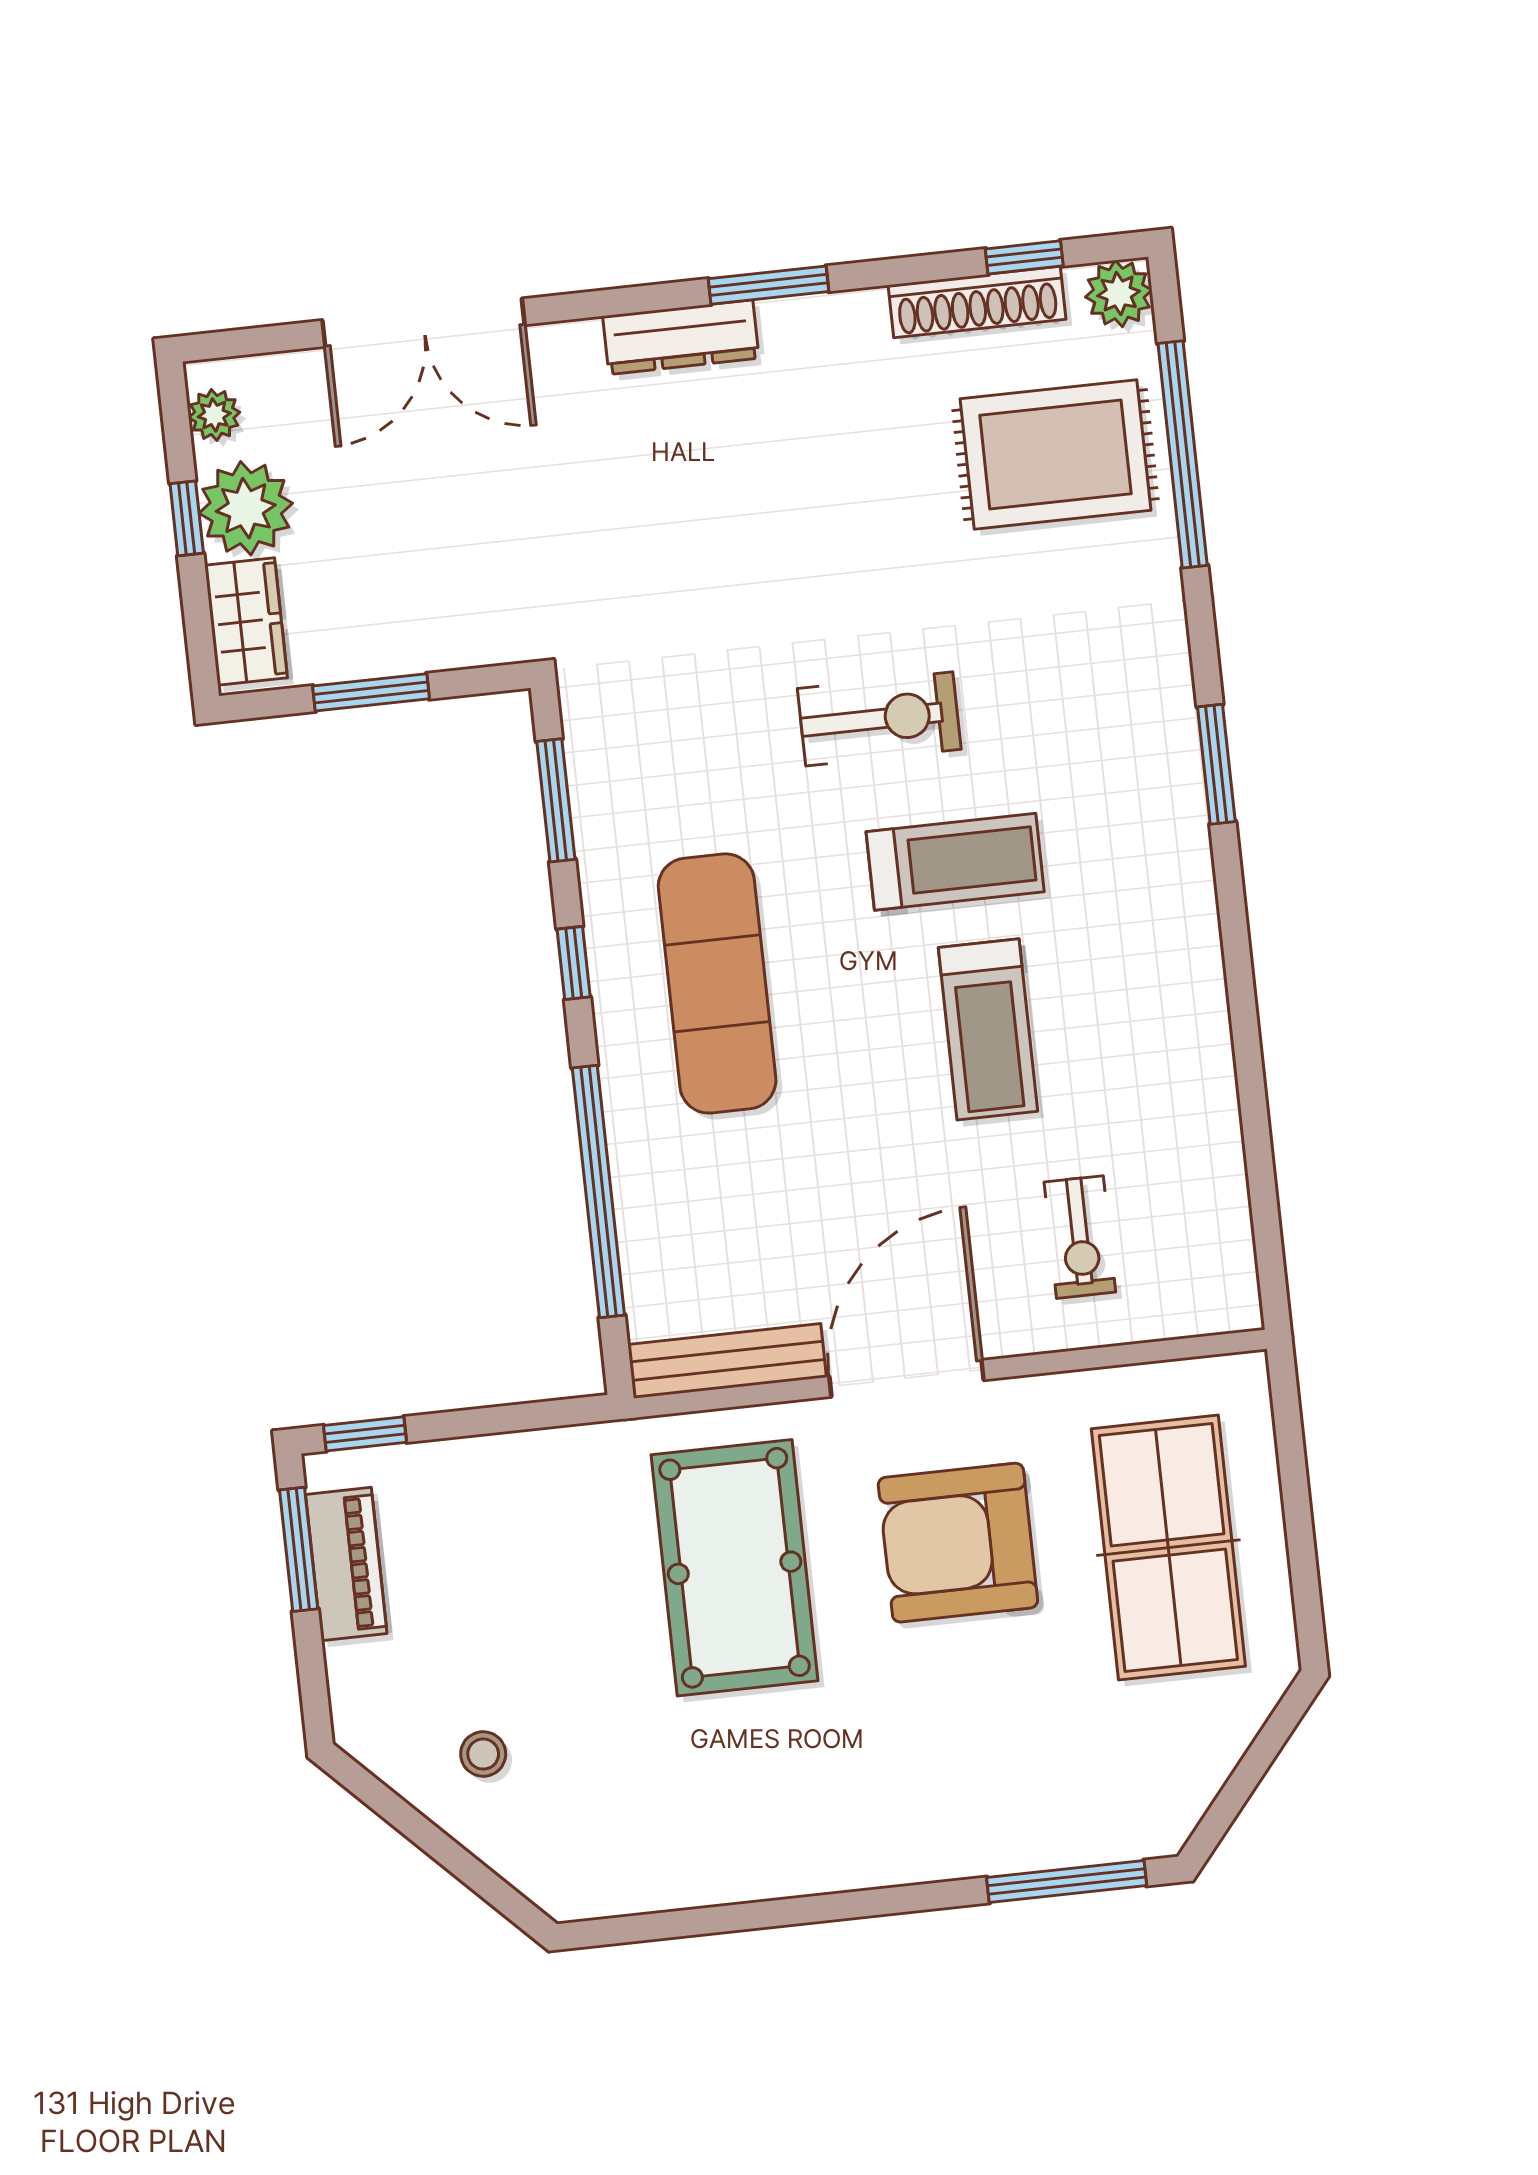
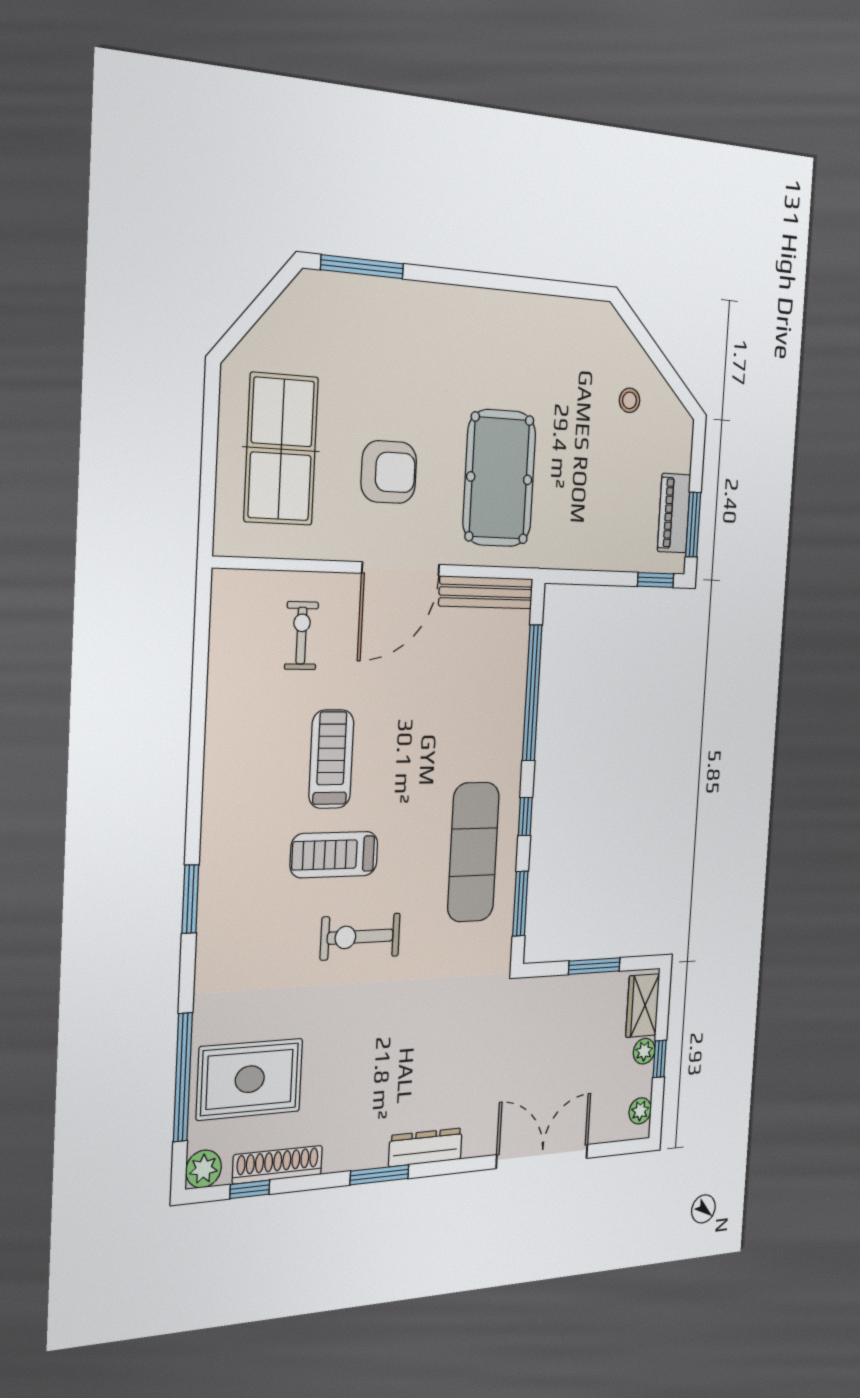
plant: (246, 508) -> (644, 1051), width x0.53, depth x0.53
exercise mat: (717, 983) -> (473, 852), moved
armchair: (958, 1543) -> (389, 472), width x0.73, depth x0.73

